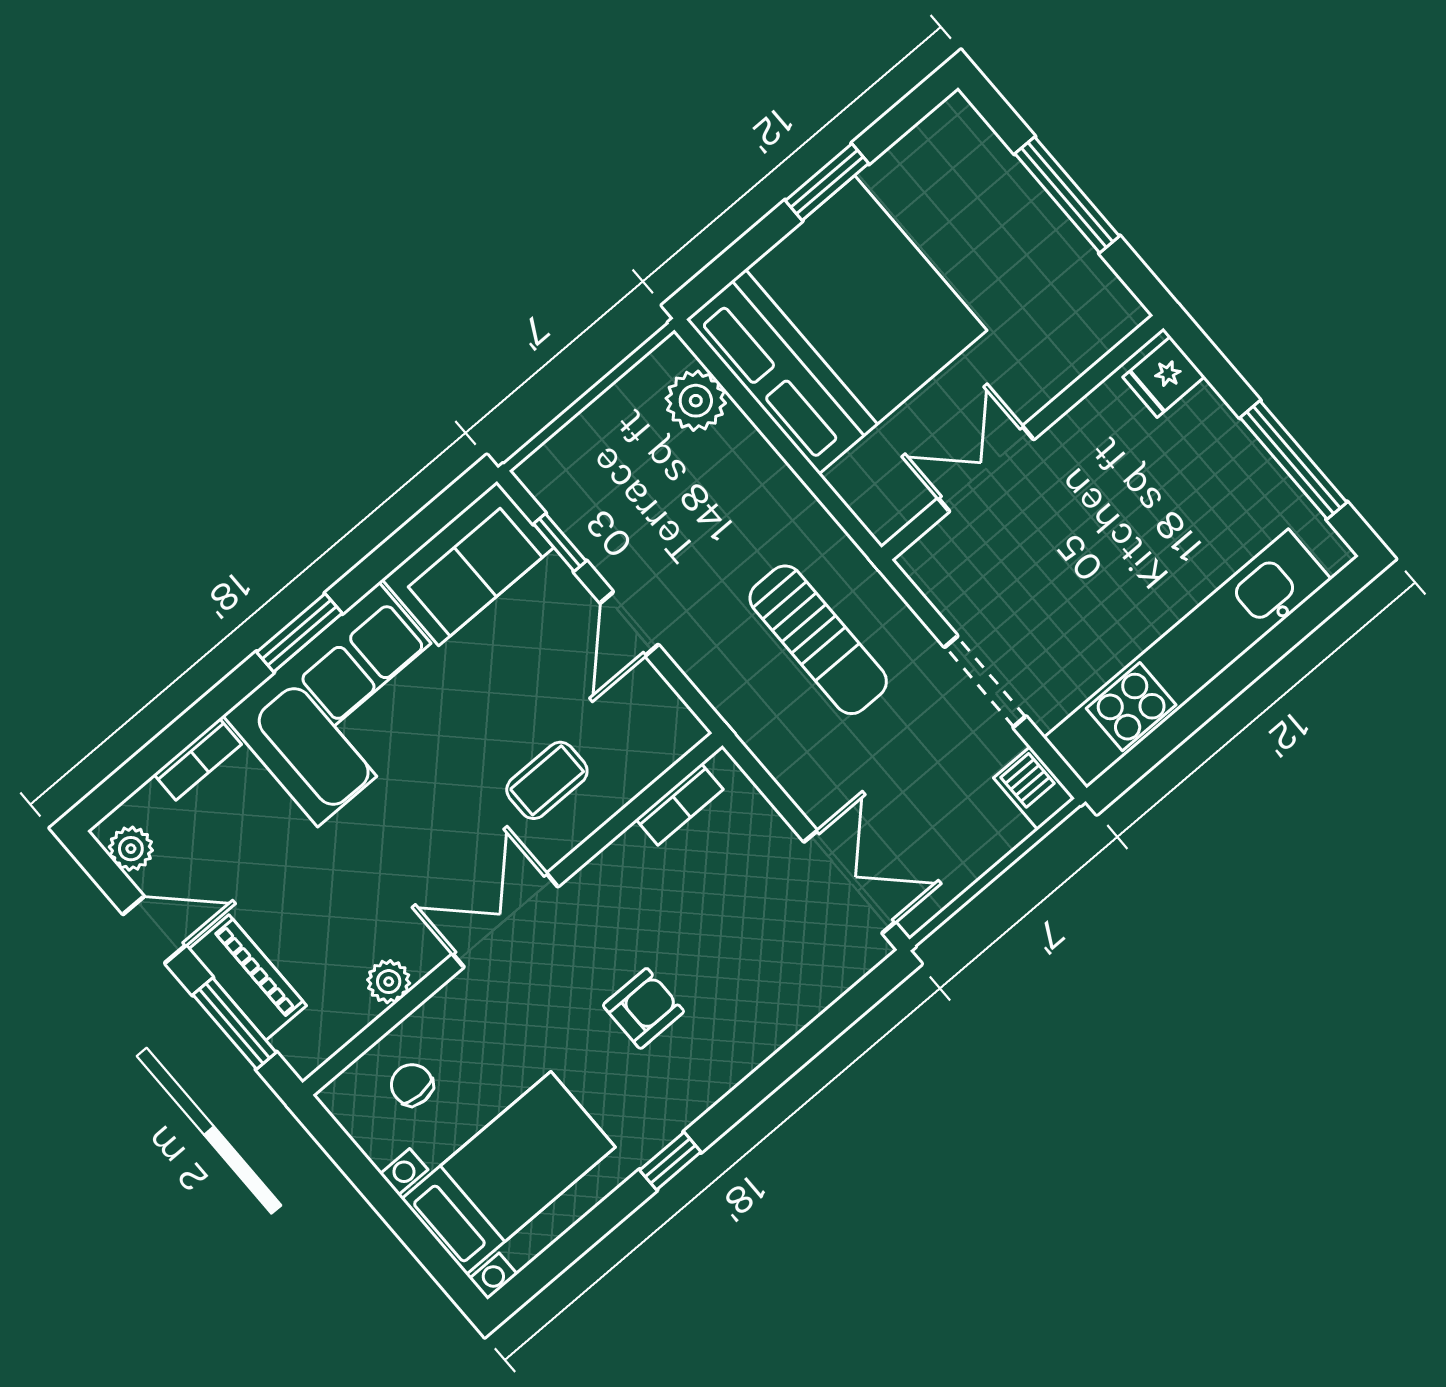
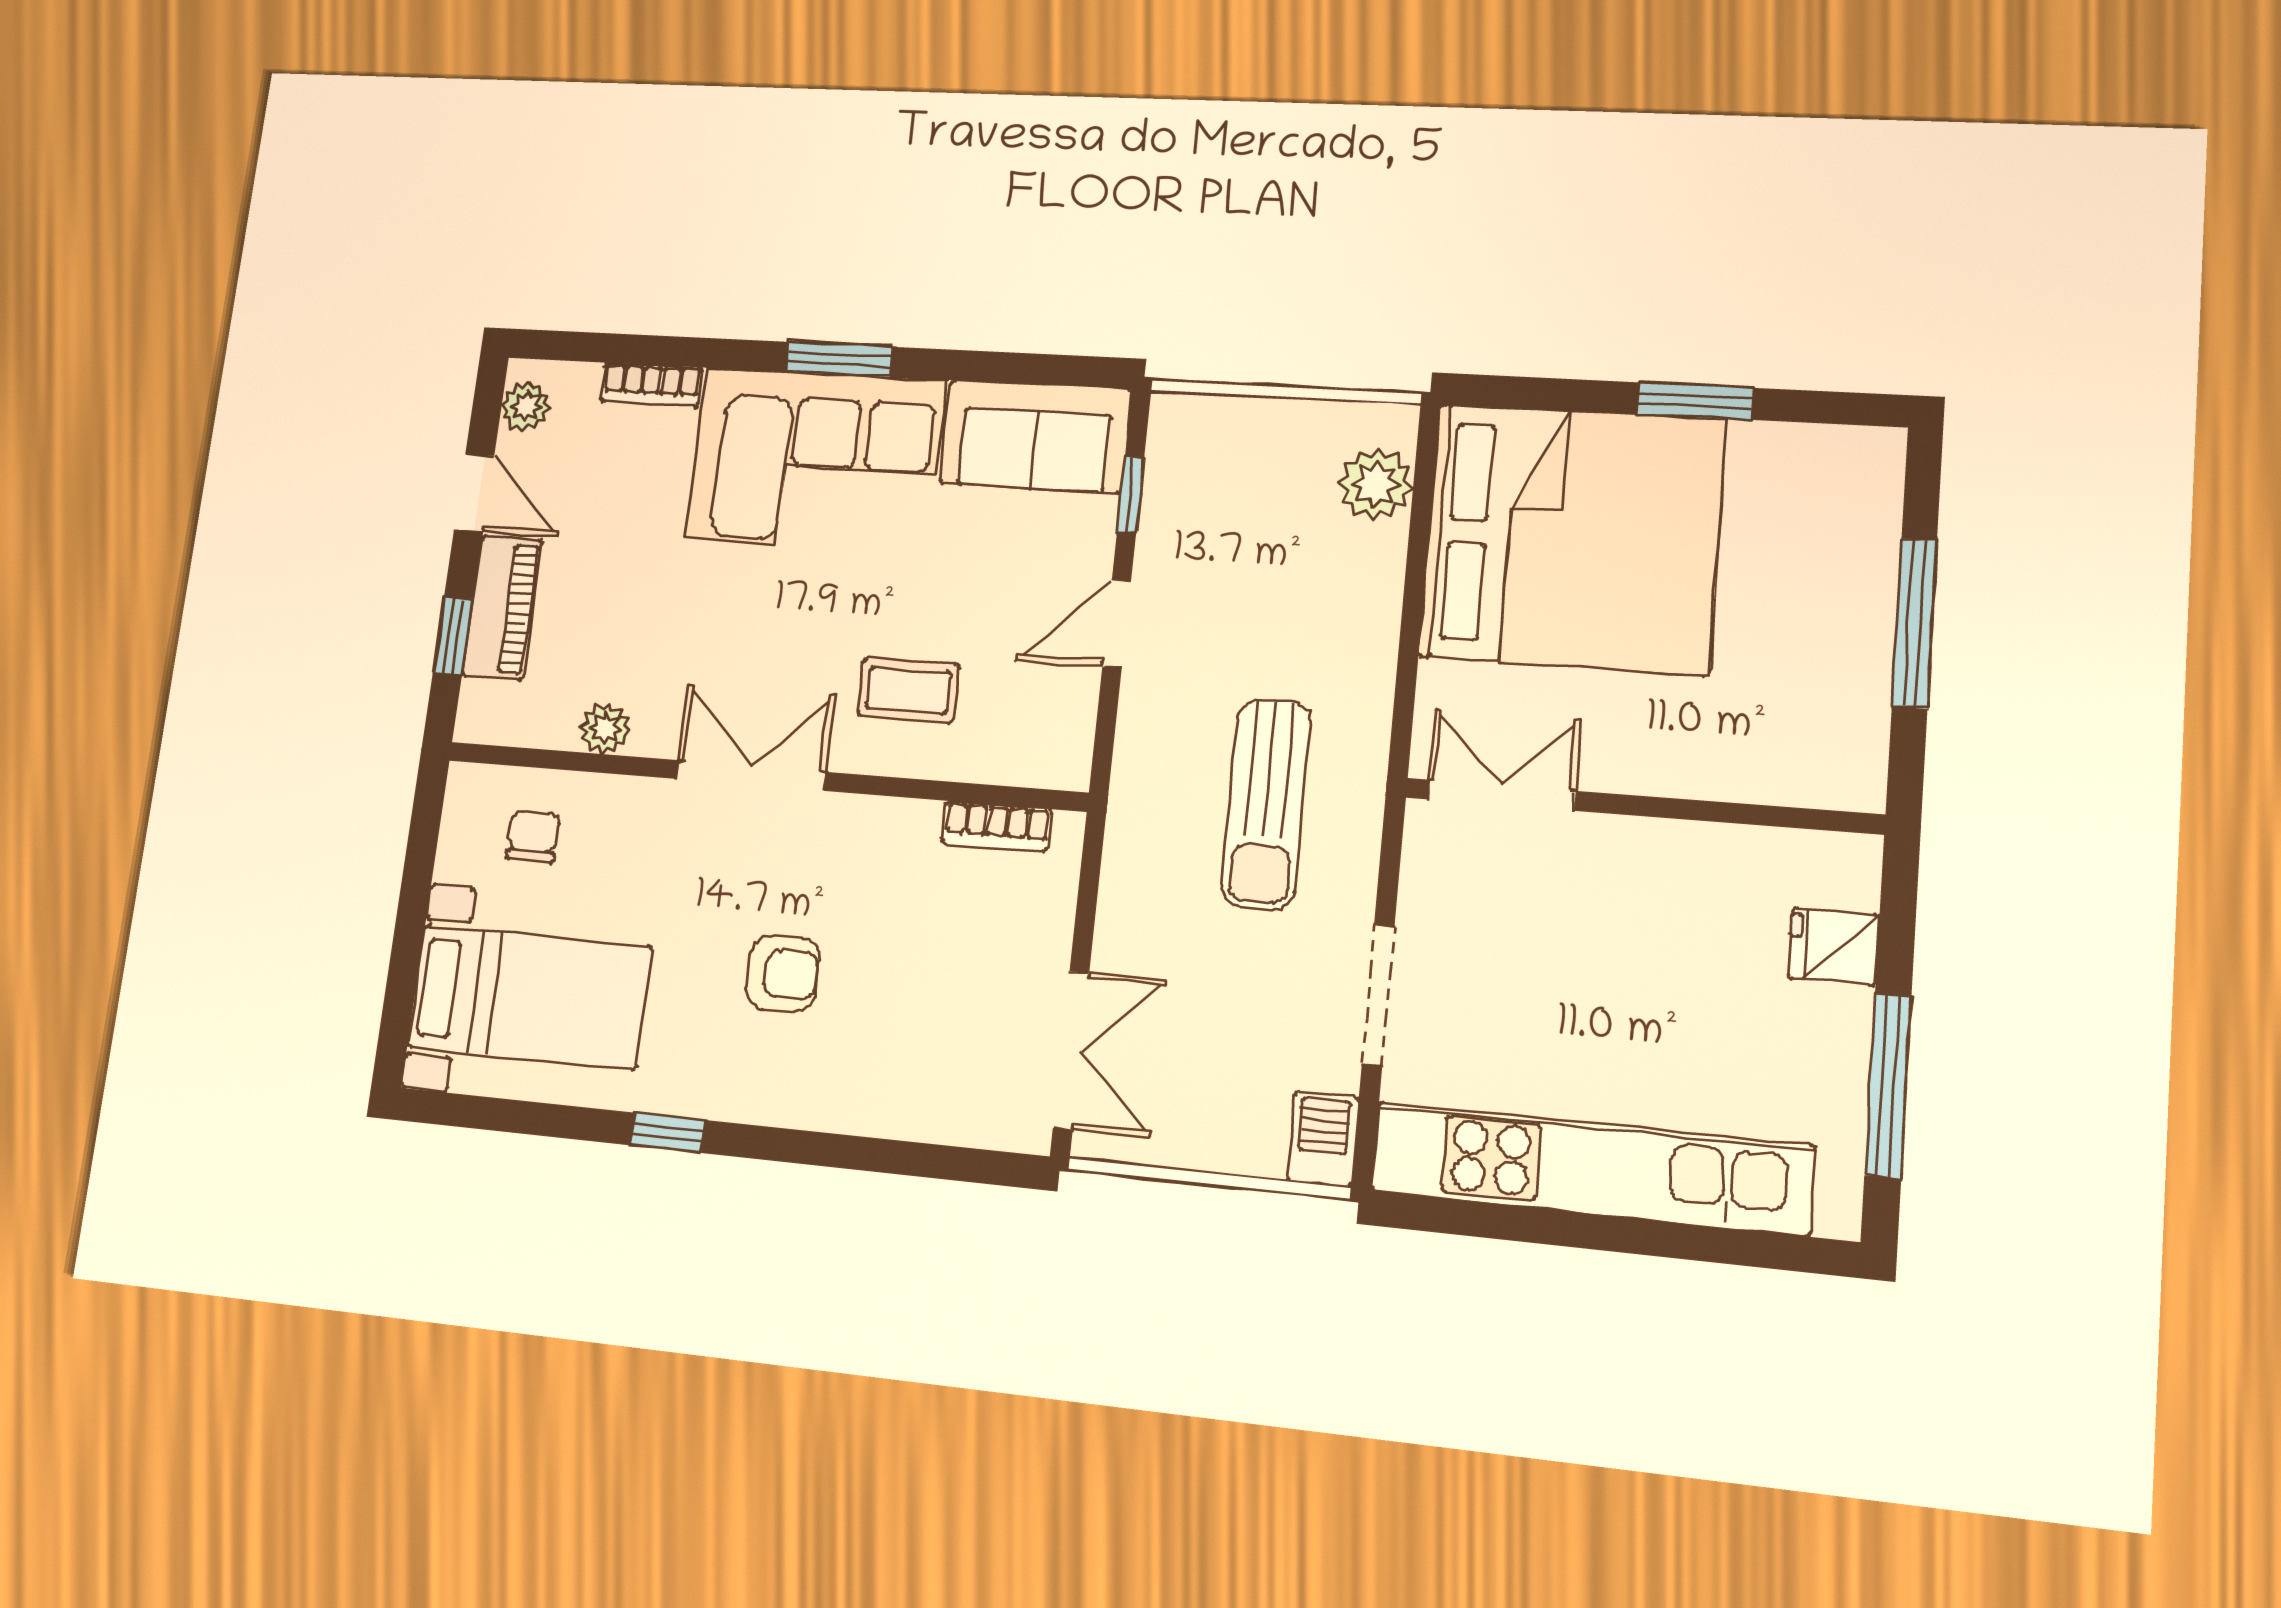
fridge: (1164, 377) -> (1834, 946), moved
double door: (986, 469) -> (1501, 795), moved
window: (235, 1024) -> (453, 636), width x0.67

